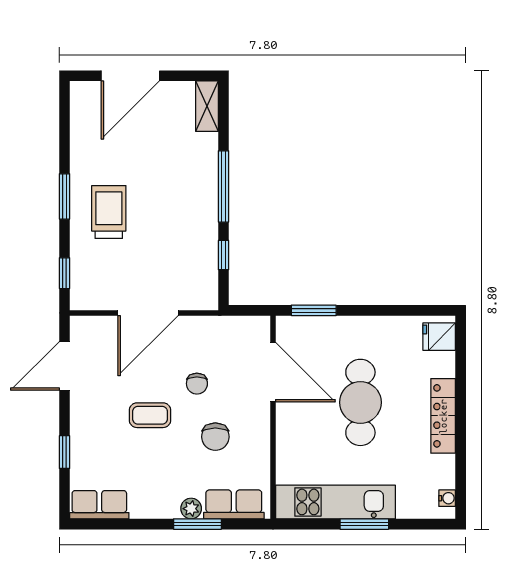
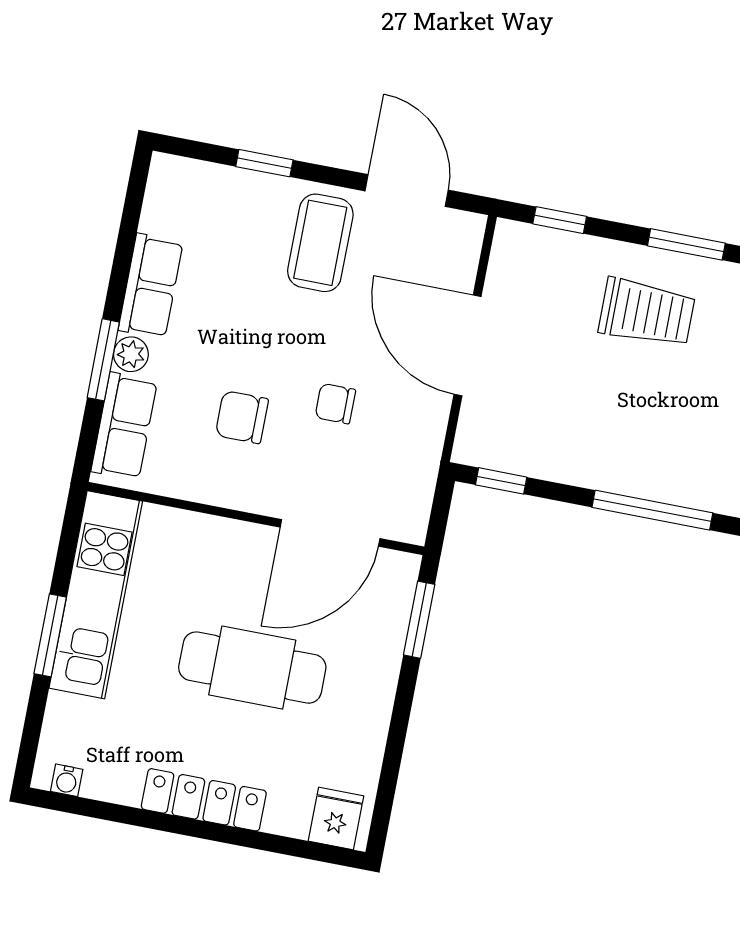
window: (223, 255) -> (501, 481), moved
coffee table: (150, 415) -> (320, 243), moved, width x1.36, depth x1.30
row of seats: (99, 505) -> (151, 286), moved

